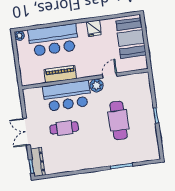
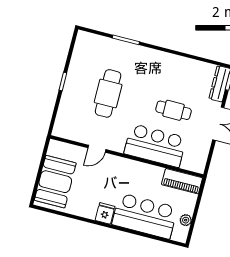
fridge: (94, 28) -> (105, 213), moved
plant: (19, 36) -> (186, 220), moved
piano: (60, 74) -> (182, 181), moved
plant: (96, 85) -> (117, 144), removed

